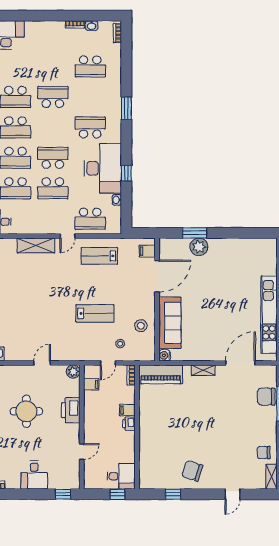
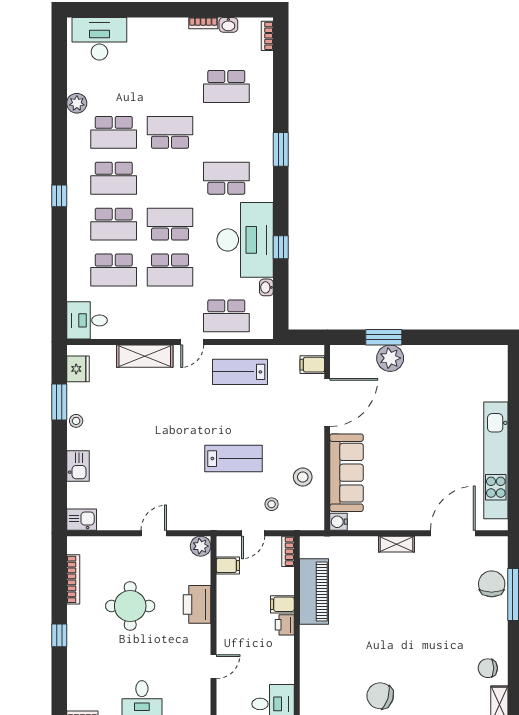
piano: (161, 374) -> (314, 592), moved, turned -90
chair: (266, 397) -> (492, 584), turned 90

